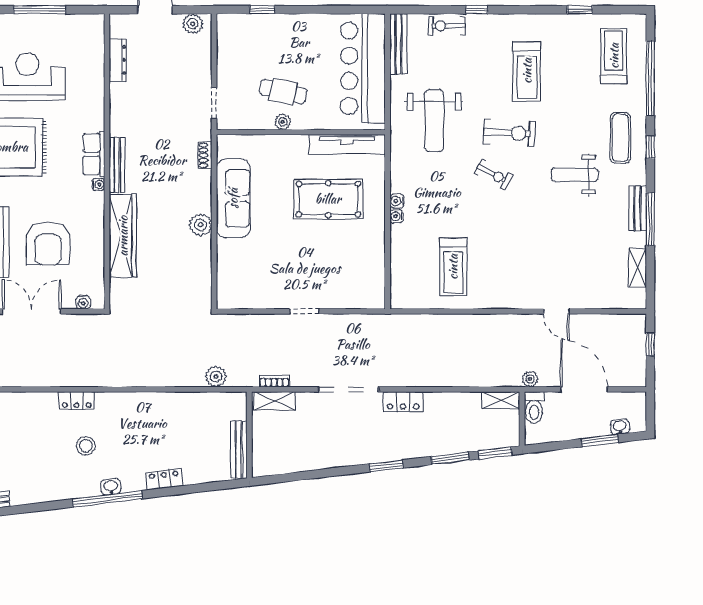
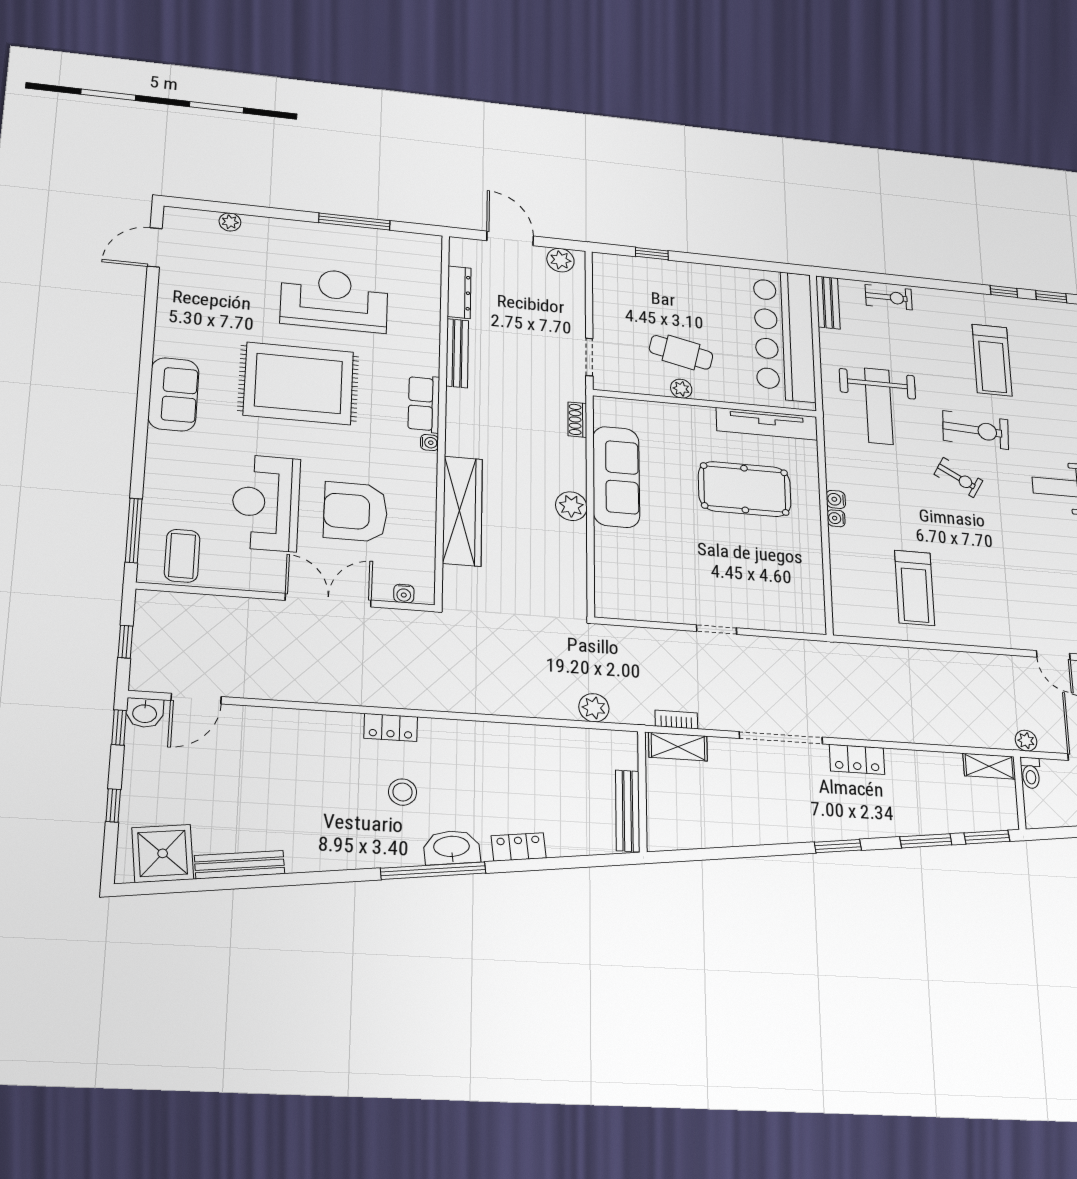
window: (477, 10) -> (1004, 292), moved
exercise bike: (447, 26) -> (889, 297), turned 180
bench: (398, 44) -> (828, 302), width x0.73
bench: (117, 165) -> (457, 353), moved
armchair: (48, 243) -> (356, 512), turned 90
toilet: (534, 408) -> (1031, 773), width x0.73, depth x0.72
washbasin: (111, 487) -> (452, 847), width x1.91, depth x1.45

